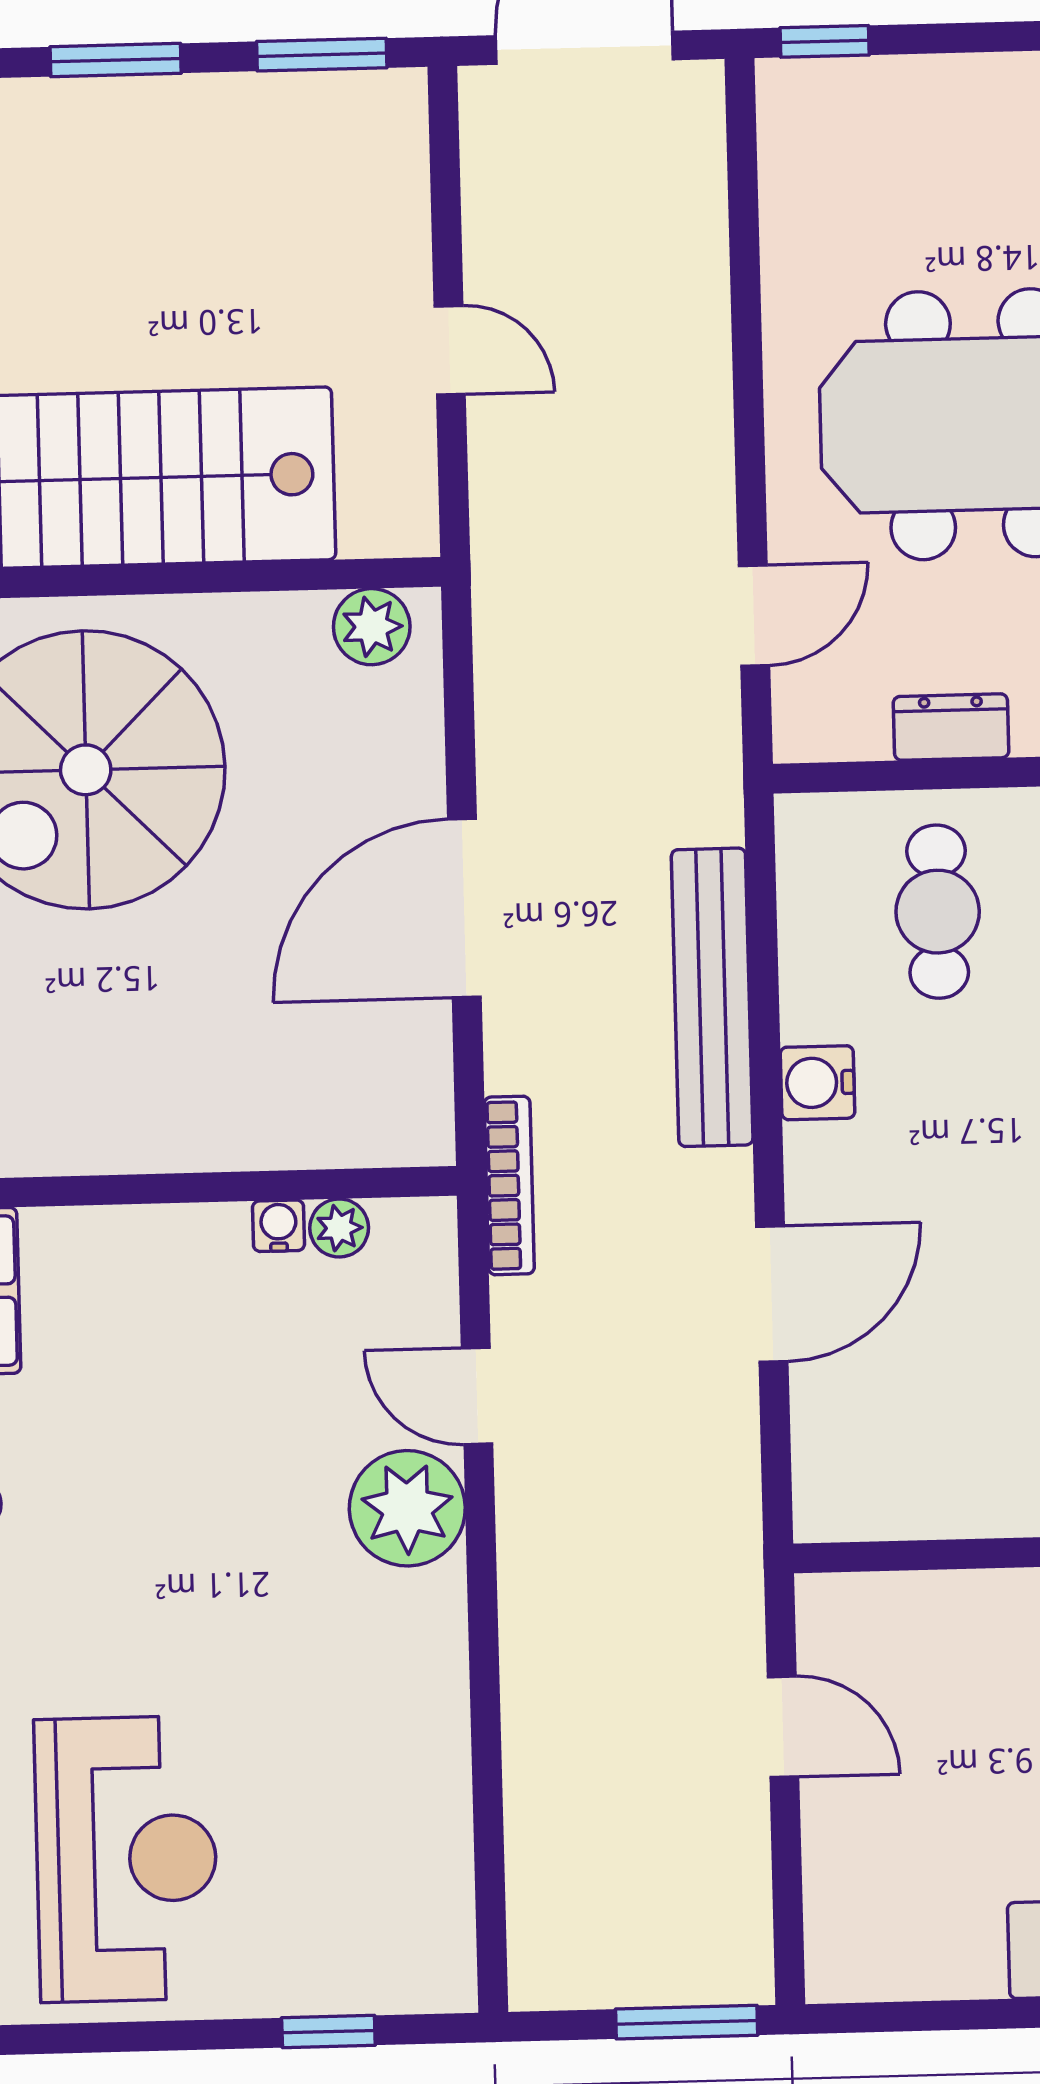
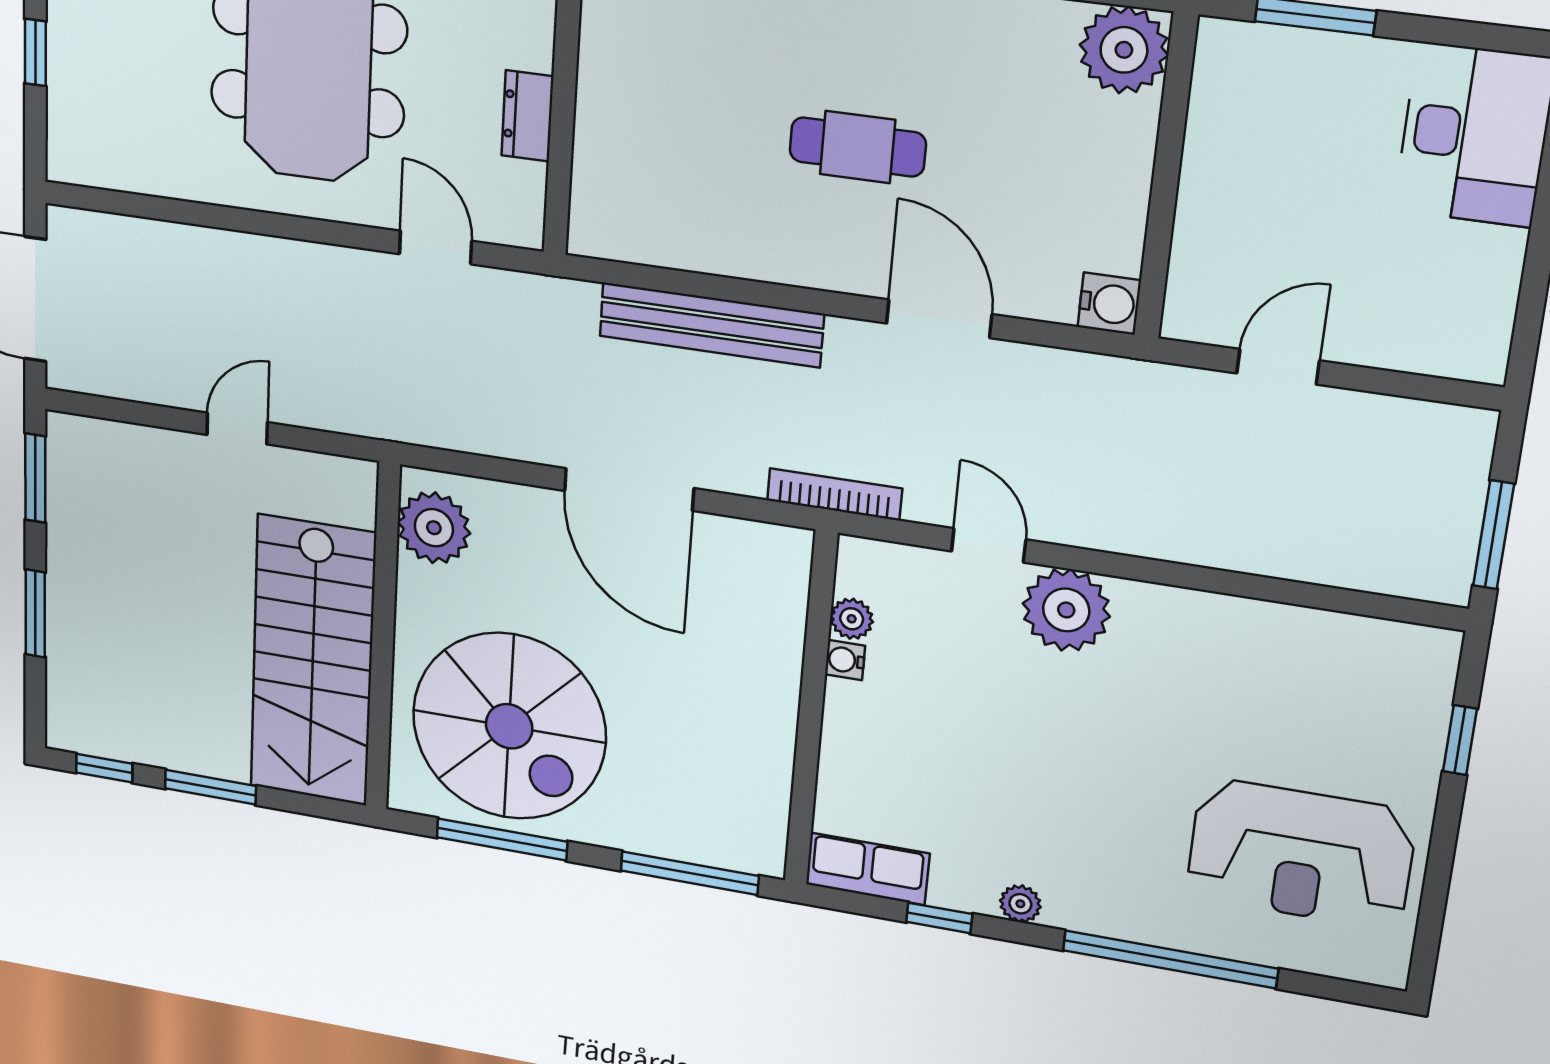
window: (825, 41) -> (35, 53), moved
plant: (372, 627) -> (434, 528), width x1.36, depth x1.36
cafe table: (938, 912) -> (858, 147), moved
water cooler: (817, 1083) -> (1109, 304), moved, turned -90
door: (477, 1396) -> (989, 545), swing flipped
reception desk: (126, 1859) -> (1301, 854), turned 180
window: (687, 2022) -> (1494, 535), moved

